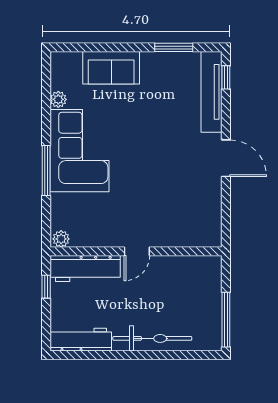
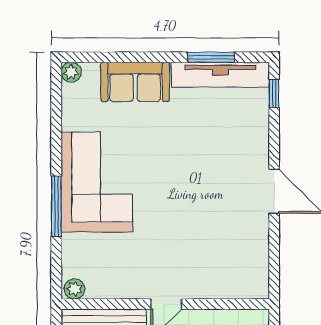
tv unit: (212, 92) -> (220, 75), moved, turned -90
plant: (58, 99) -> (71, 72), moved

